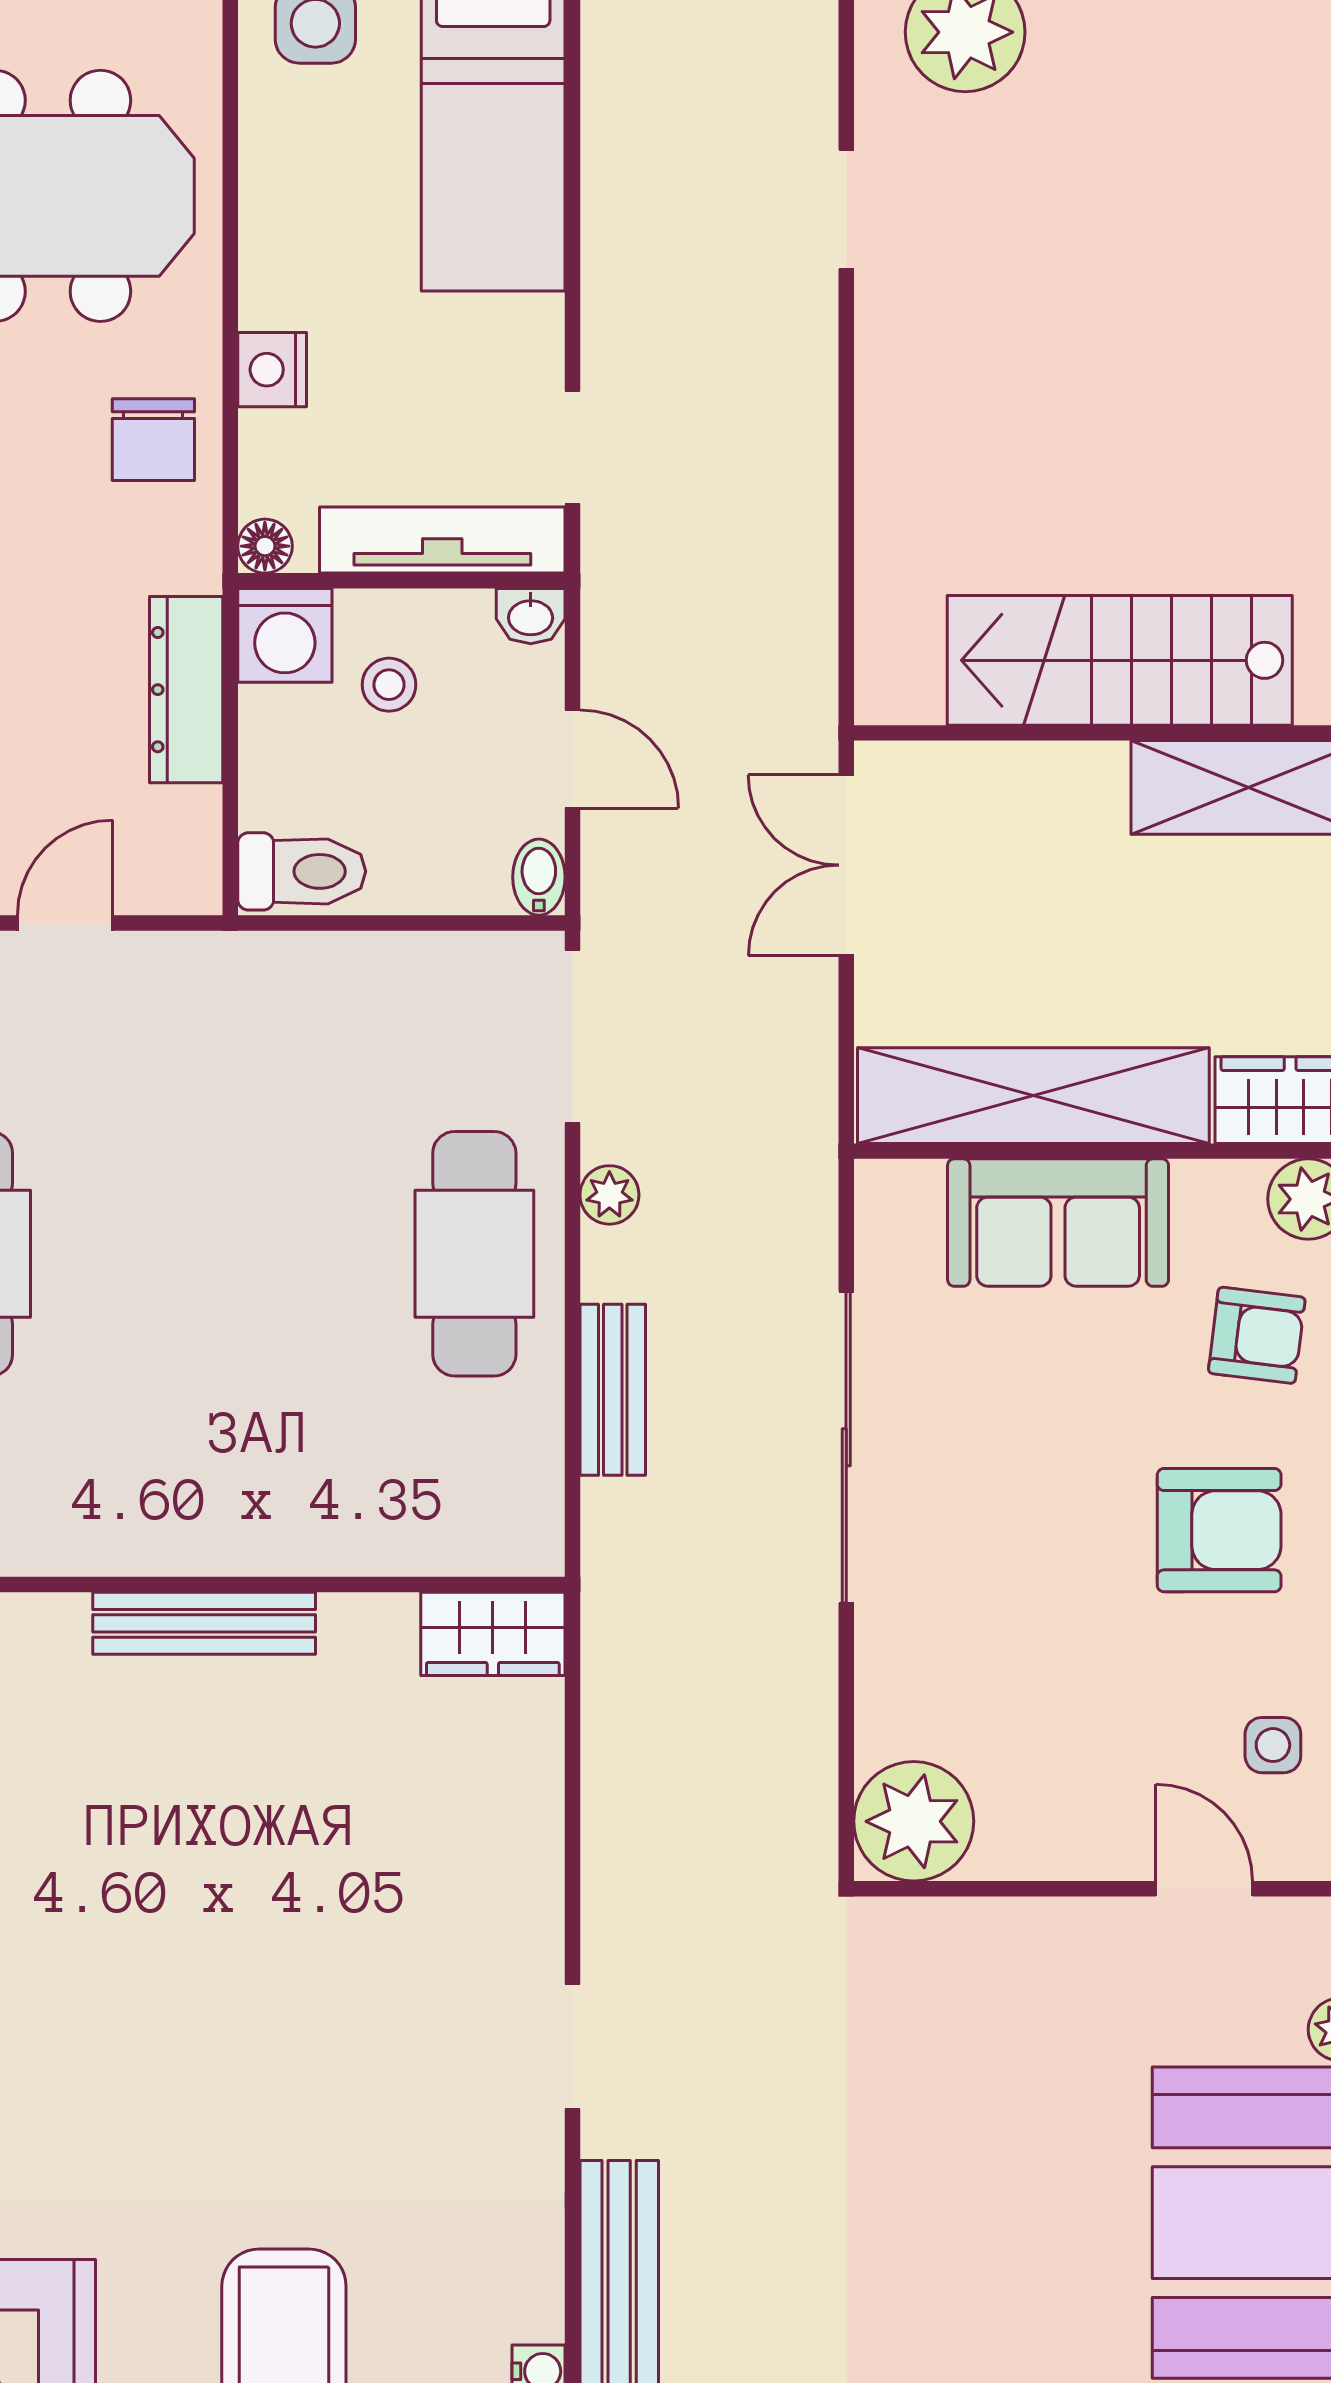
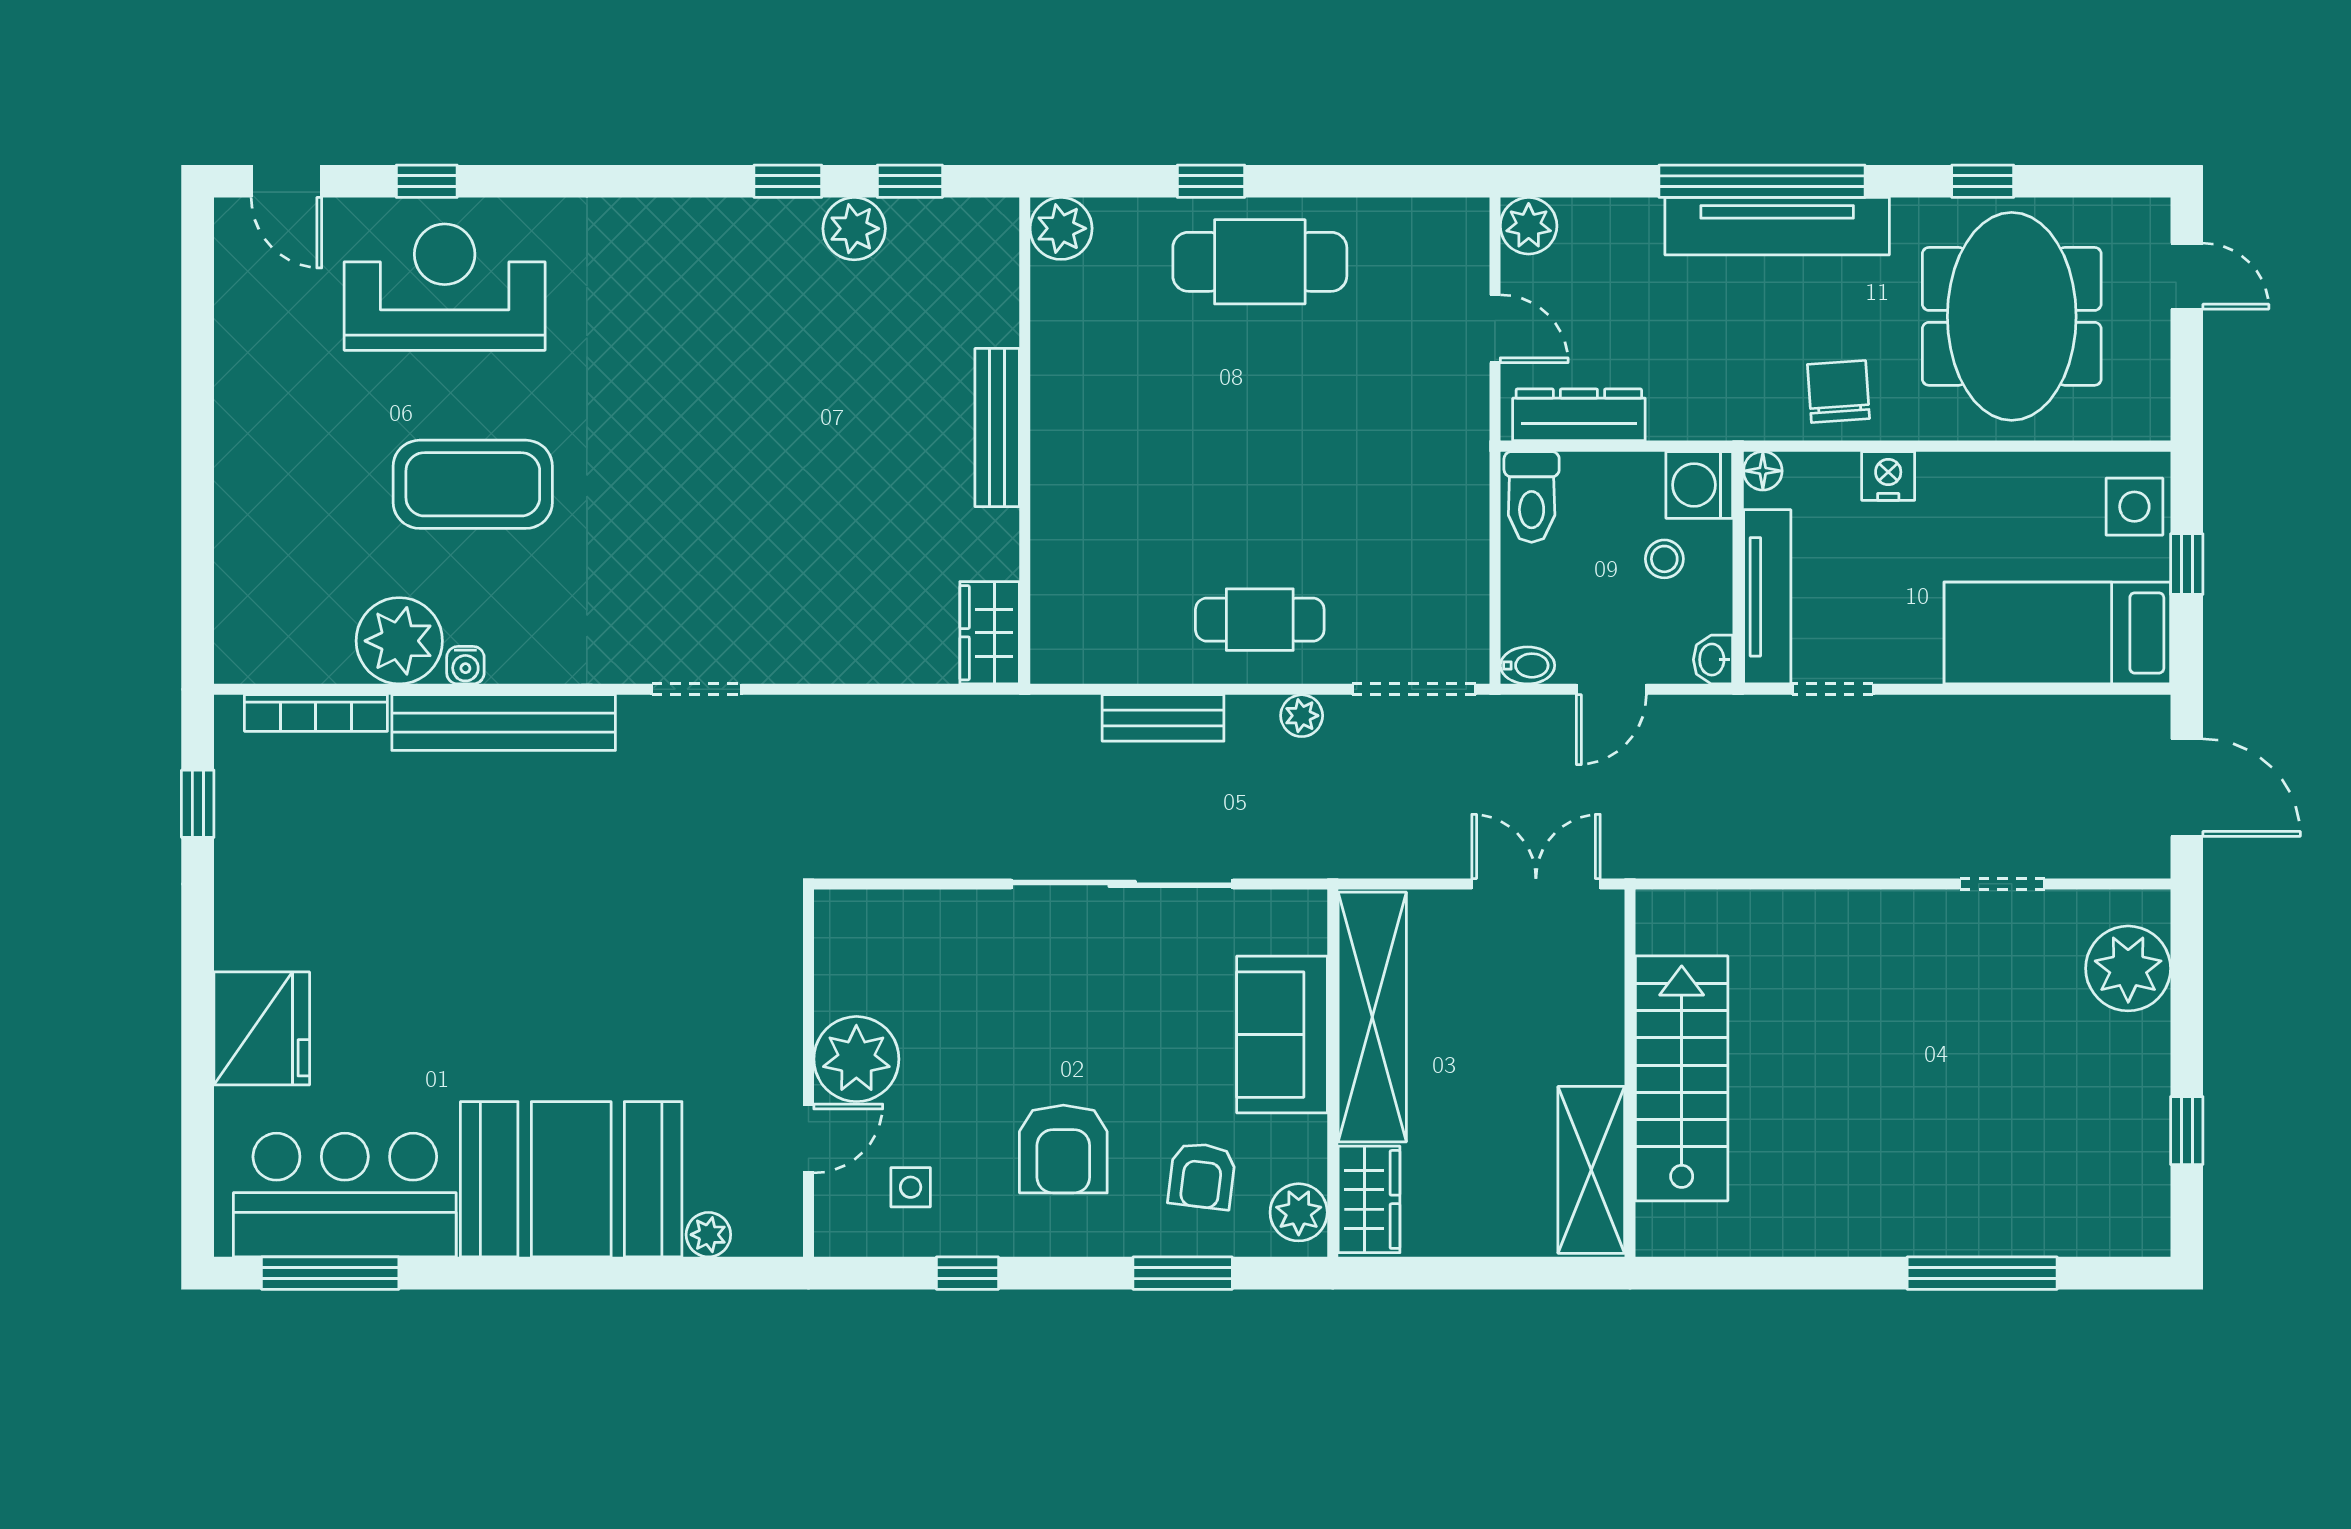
chair: (153, 440) -> (1838, 392), turned 86
dresser: (186, 690) -> (1579, 415), moved
cafe table: (474, 1254) -> (1260, 620), width x0.73, depth x0.74
plant: (914, 1821) -> (856, 1059), moved

